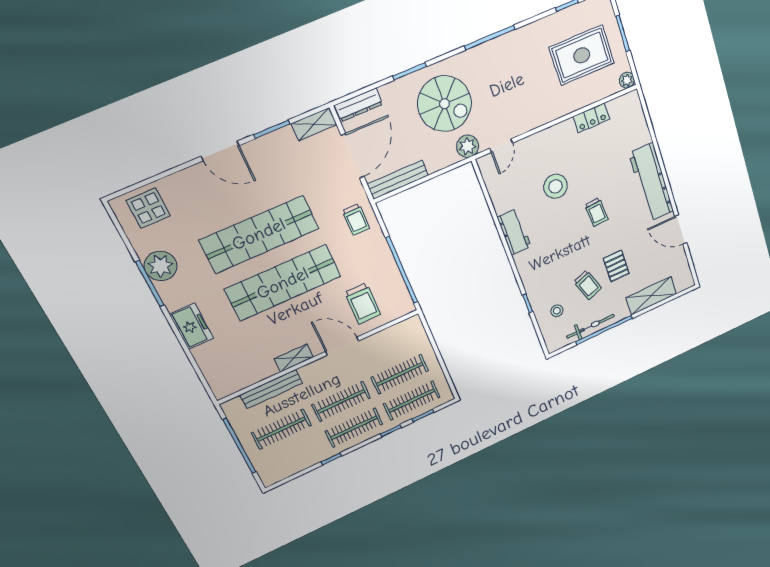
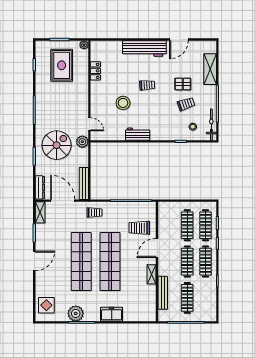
trolley: (363, 304) -> (139, 228), turned 180
bicycle: (591, 326) -> (211, 125), moved

